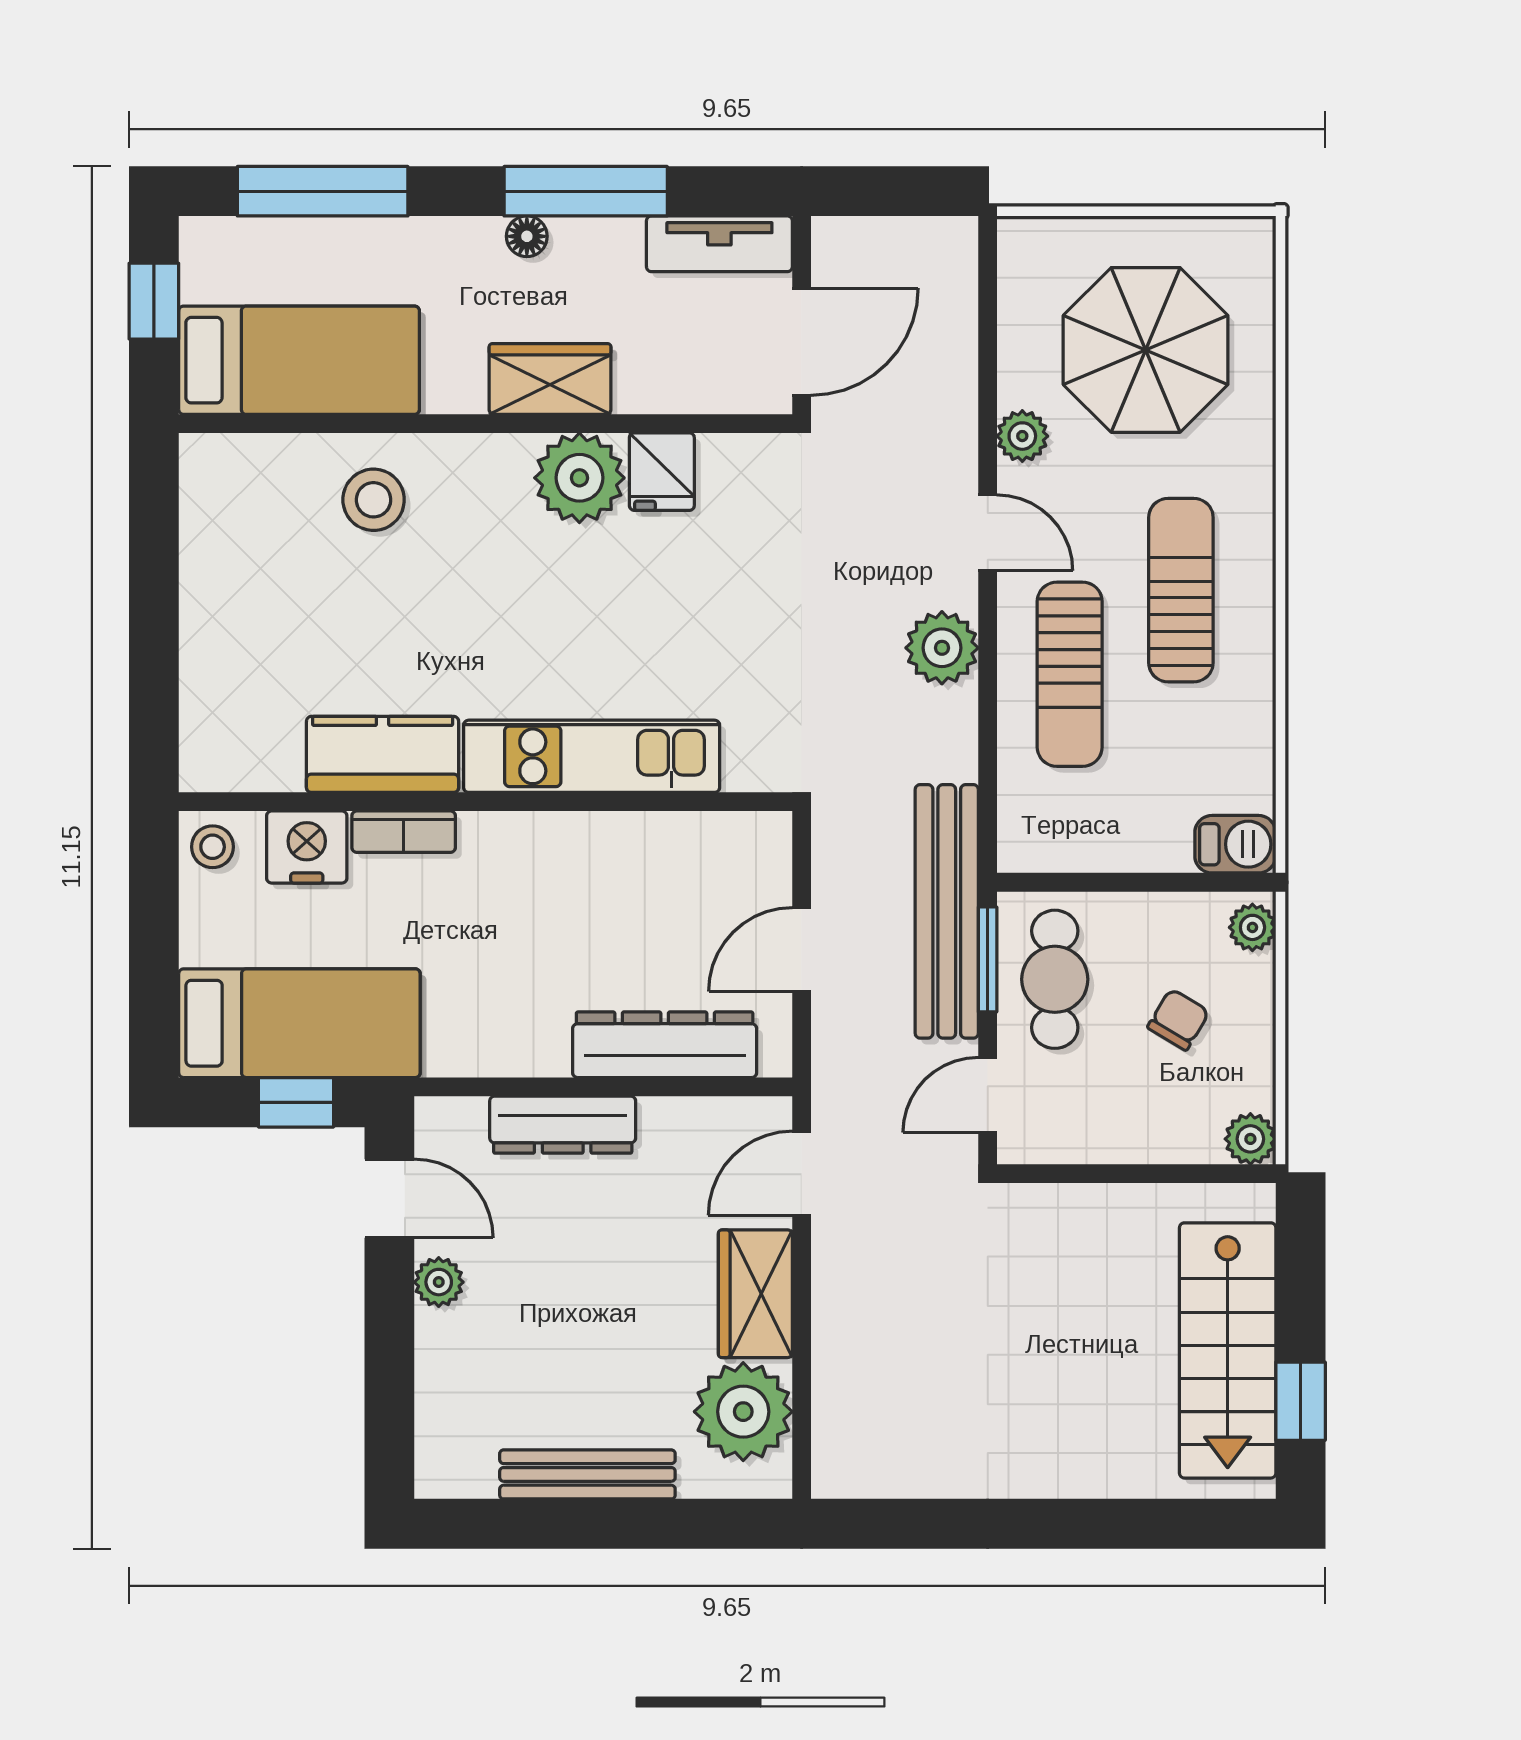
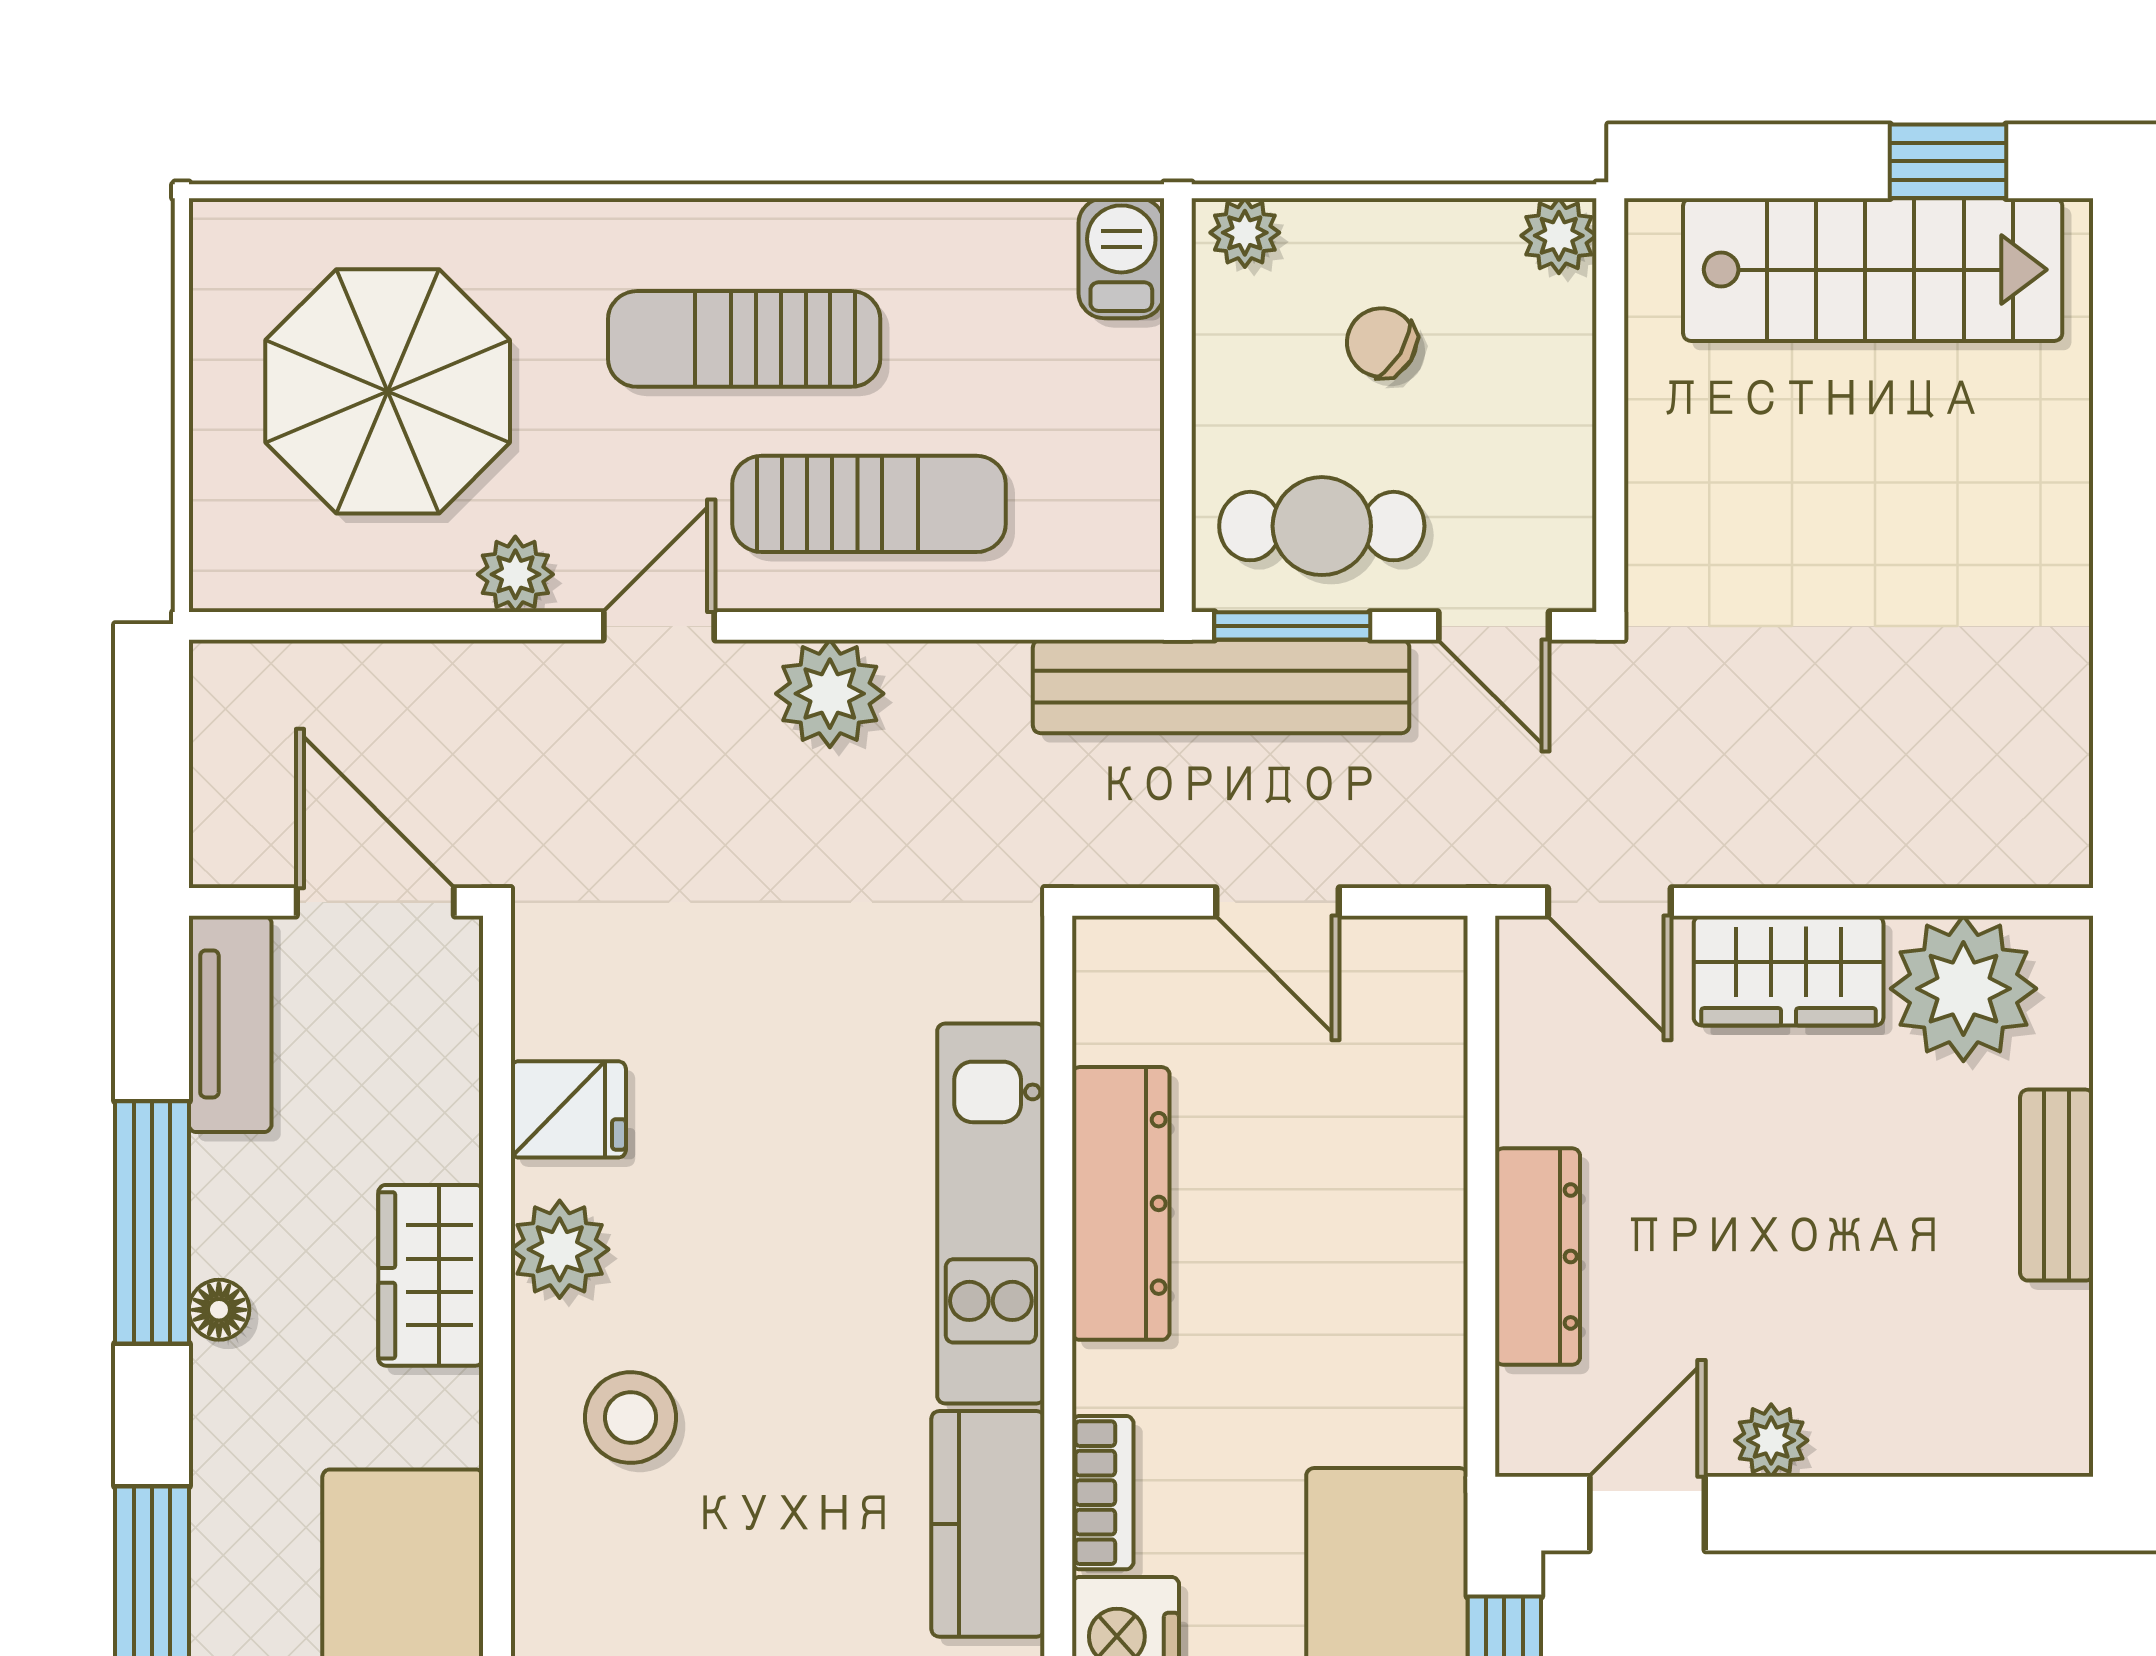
plant: (579, 478) -> (560, 1249), width x0.73, depth x0.73
stool: (374, 500) -> (631, 1418), moved
dresser: (665, 1045) -> (1121, 1203), moved, turned 180
bench: (587, 1474) -> (2057, 1185), width x0.73

